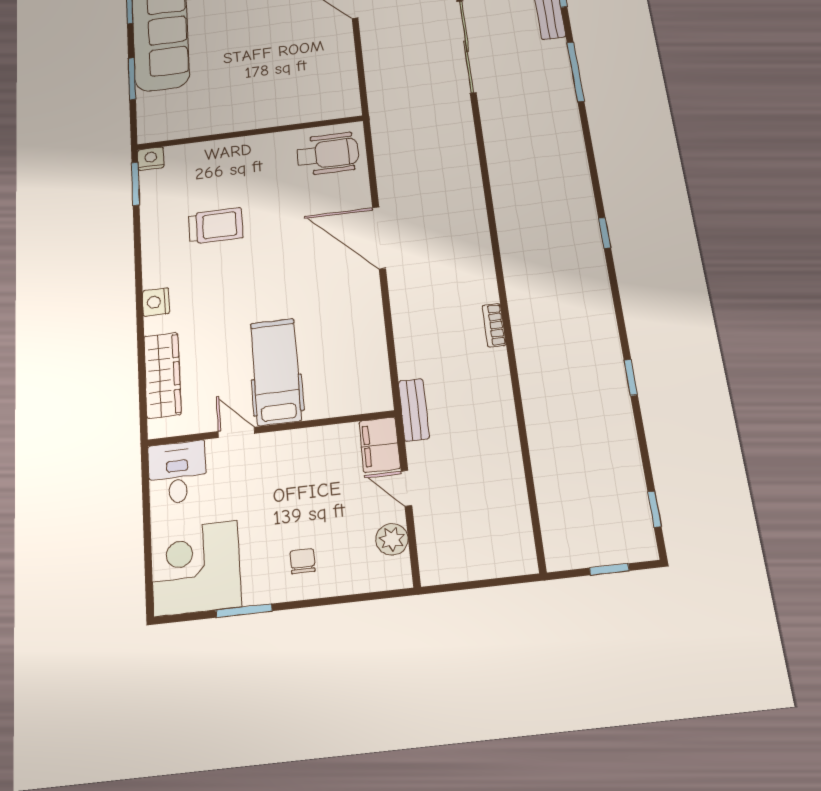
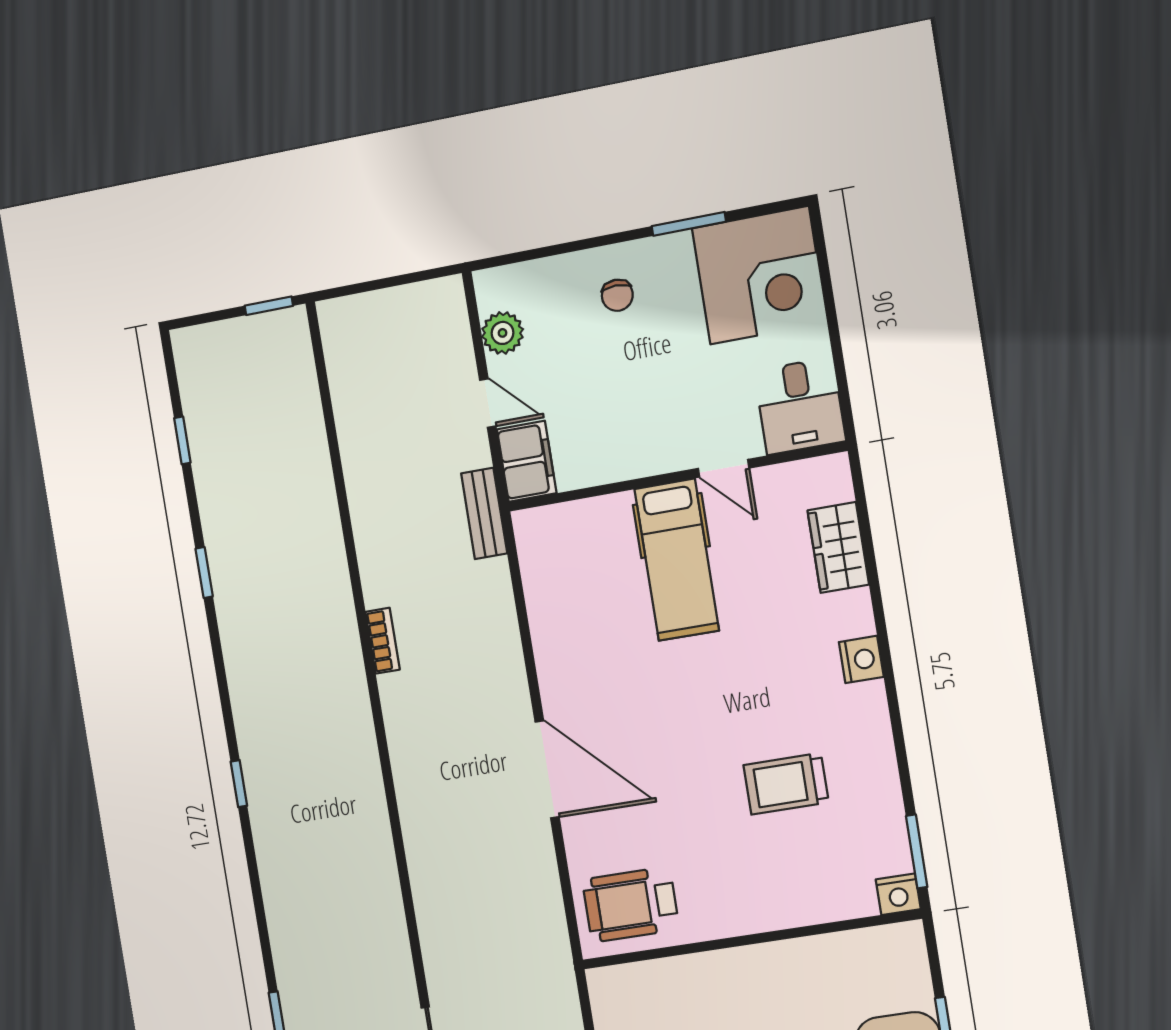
wardrobe: (162, 375) -> (838, 547), width x0.67
window: (654, 509) -> (182, 440), moved
window: (609, 569) -> (269, 306), moved

